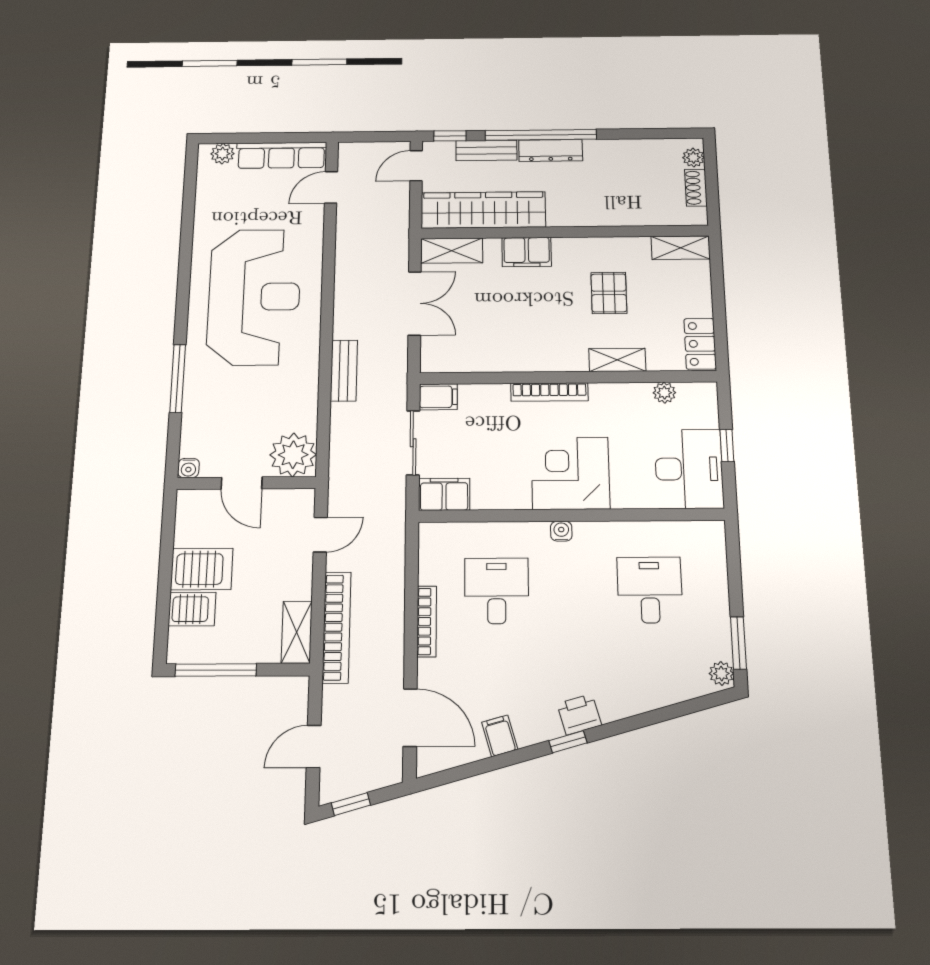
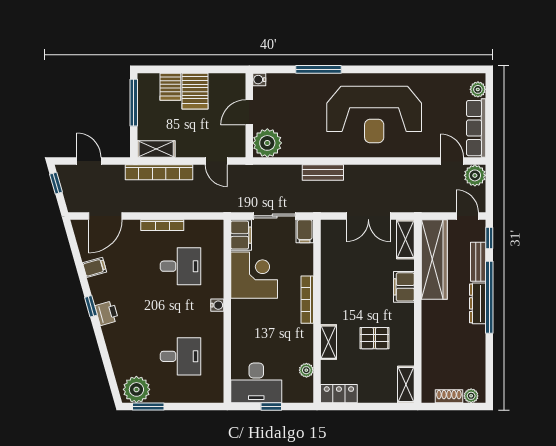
plant: (354, 156) -> (475, 175), added
corner desk: (570, 473) -> (254, 275), moved
plant: (721, 674) -> (136, 389), width x1.88, depth x1.88

